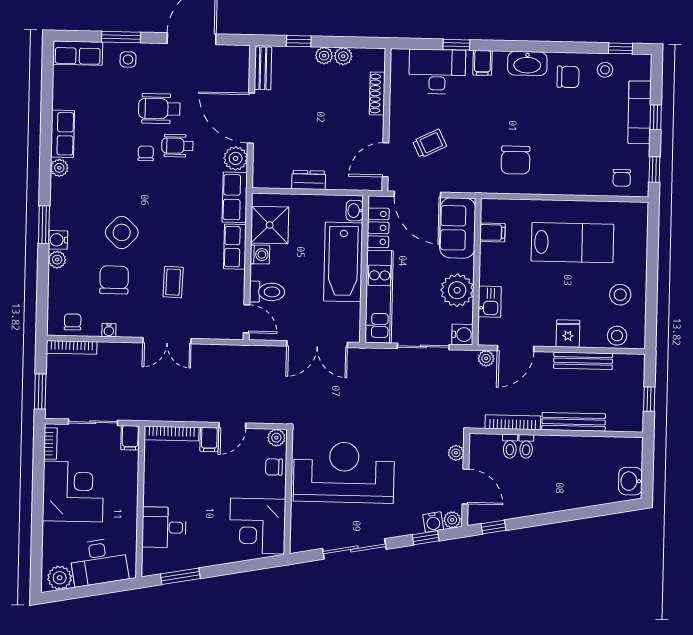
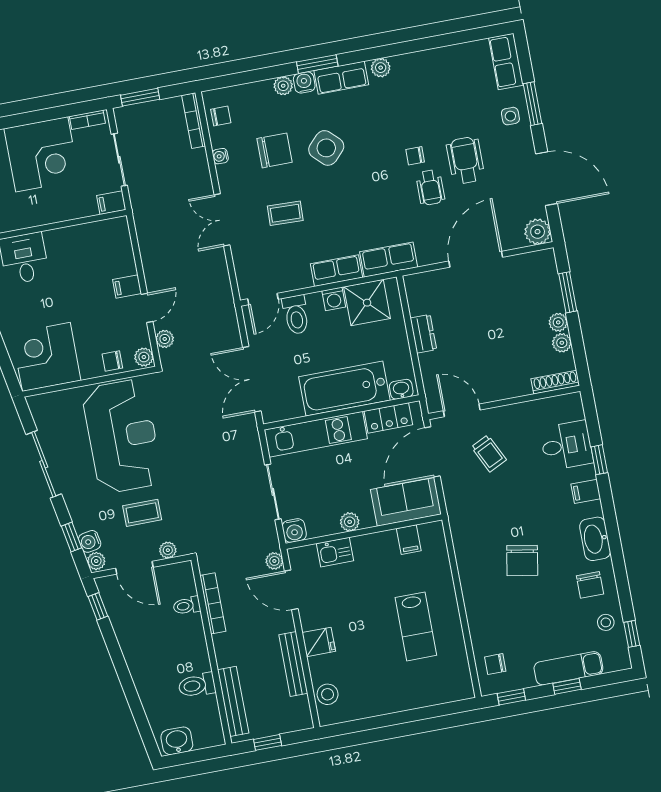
window: (299, 41) -> (568, 292), width x1.50
bench: (263, 68) -> (531, 261), removed
desk: (437, 72) -> (567, 445), width x0.73
shoe rack: (377, 94) -> (555, 382), moved
row of seats: (63, 134) -> (341, 78), moved
wheelchair: (177, 146) -> (430, 188), turned 180
chair: (146, 153) -> (415, 156), turned 180
plant: (236, 158) -> (538, 232), moved
chair: (515, 160) -> (522, 560), moved, turned -80
lab bench: (572, 243) -> (416, 626), width x0.73, depth x0.72
plant: (457, 290) -> (350, 522), width x0.53, depth x0.53
stool: (620, 295) -> (372, 688), removed
plant: (264, 415) -> (165, 339), added
bench: (574, 422) -> (233, 701), moved
door: (232, 425) -> (147, 308), swing flipped
bookcase: (172, 434) -> (125, 245), removed
toilet: (526, 446) -> (197, 685), moved, width x1.37, depth x1.39
chair: (274, 467) -> (112, 361), turned -90
coffee table: (417, 469) -> (142, 513), added
door: (465, 487) -> (134, 568), hinge flipped

